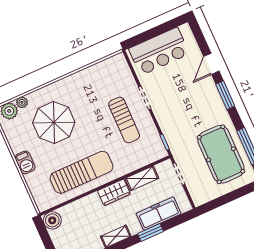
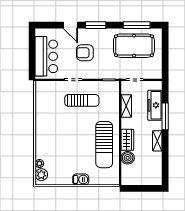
armchair: (185, 97) -> (85, 53), added
parasol: (54, 123) -> (62, 148), removed
sun lounger: (82, 172) -> (104, 145), turned 180
wardrobe: (114, 192) -> (127, 140), moved
boiler: (52, 220) -> (128, 158), moved
window: (151, 232) -> (165, 116), width x1.44

